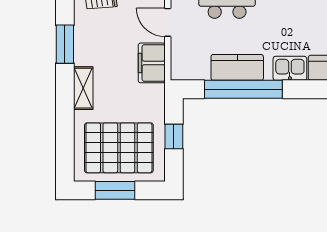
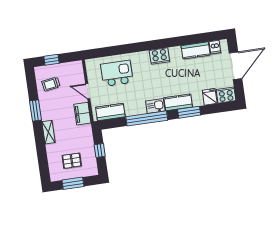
kitchen counter: (237, 67) -> (110, 112), moved
window: (243, 89) -> (147, 118), moved
pallet: (119, 148) -> (72, 161), width x0.49, depth x0.50

